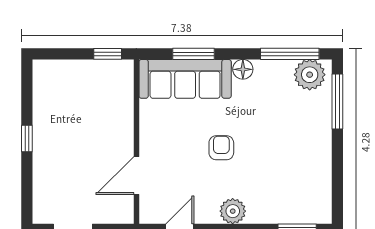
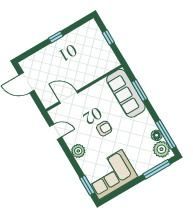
window: (108, 54) -> (108, 37), moved
floor lamp: (243, 69) -> (157, 135), moved
corner sofa: (302, 182) -> (110, 175), added

